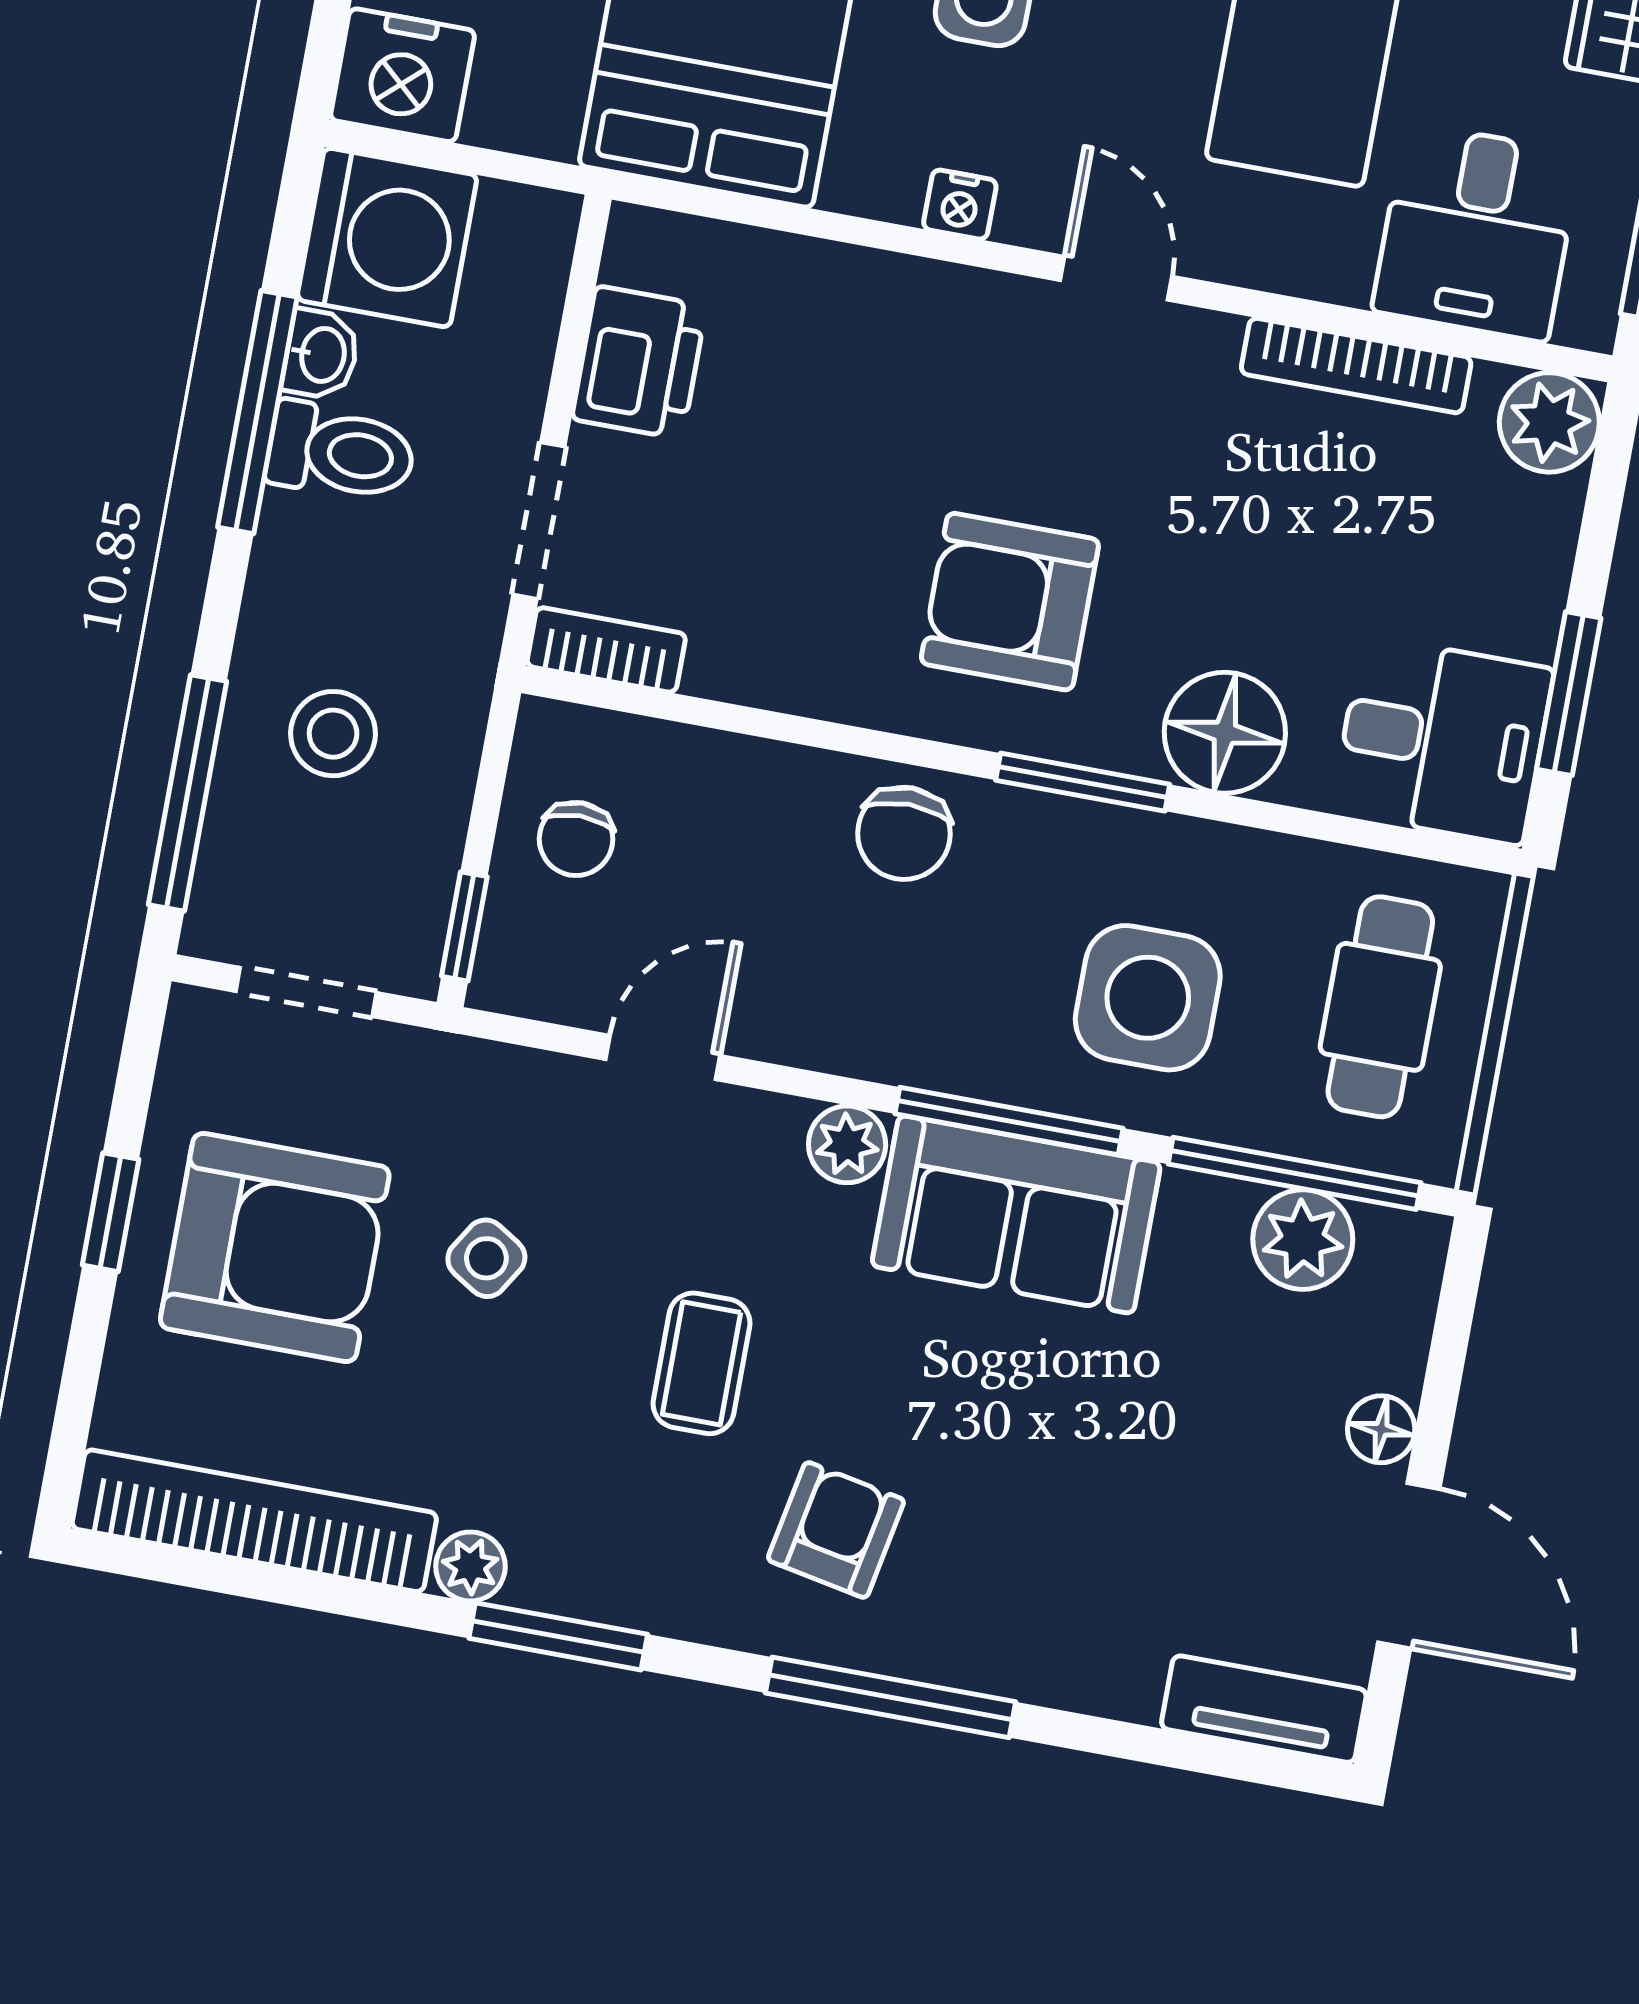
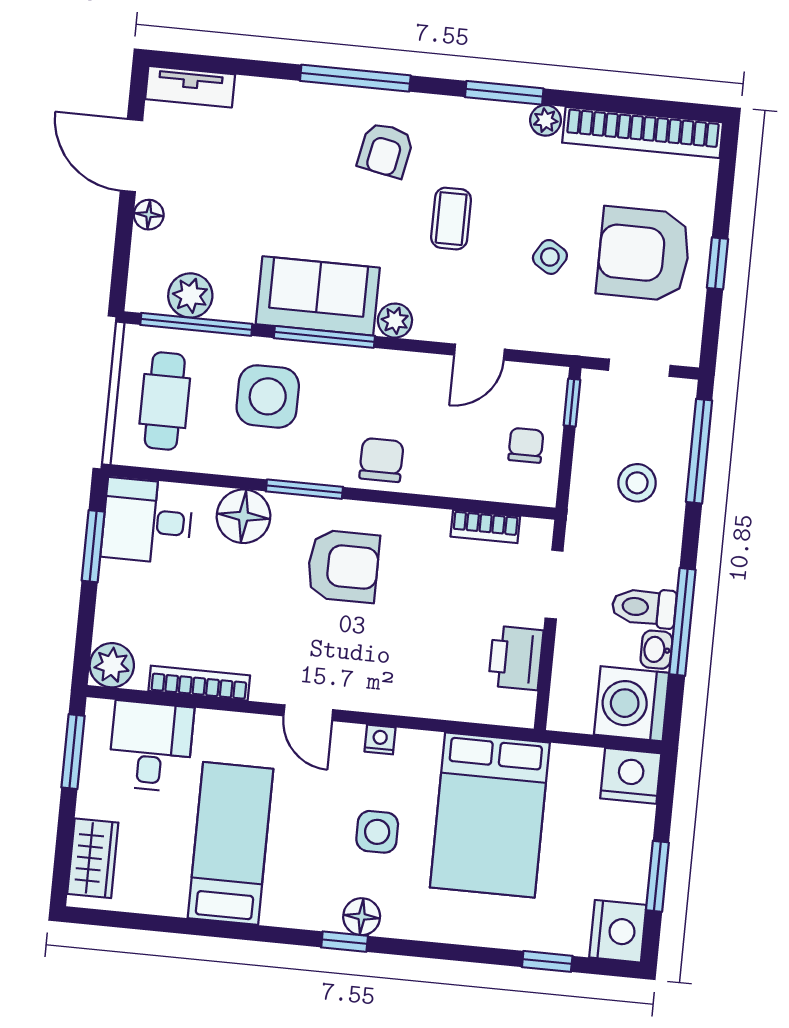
bookcase: (606, 650) -> (485, 527), moved

